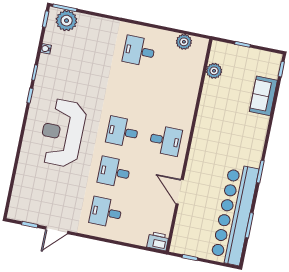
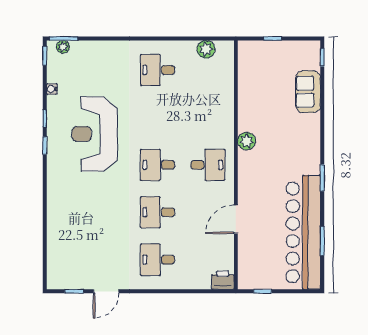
plant: (67, 21) -> (63, 47), width x0.53, depth x0.53
plant: (214, 71) -> (247, 141), moved
reception desk: (62, 133) -> (95, 134), moved
door: (180, 192) -> (236, 219), hinge flipped

